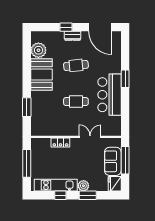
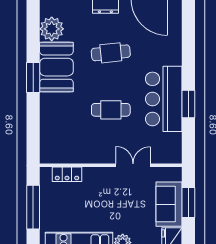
window: (125, 79) -> (188, 104), moved
window: (27, 107) -> (33, 78), moved
locker: (60, 142) -> (67, 174), moved
window: (125, 160) -> (188, 202), width x0.69

